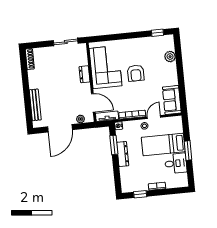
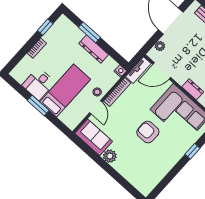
window: (157, 33) -> (193, 151), moved
plant: (170, 57) -> (110, 156), moved
window: (114, 145) -> (89, 32), moved

